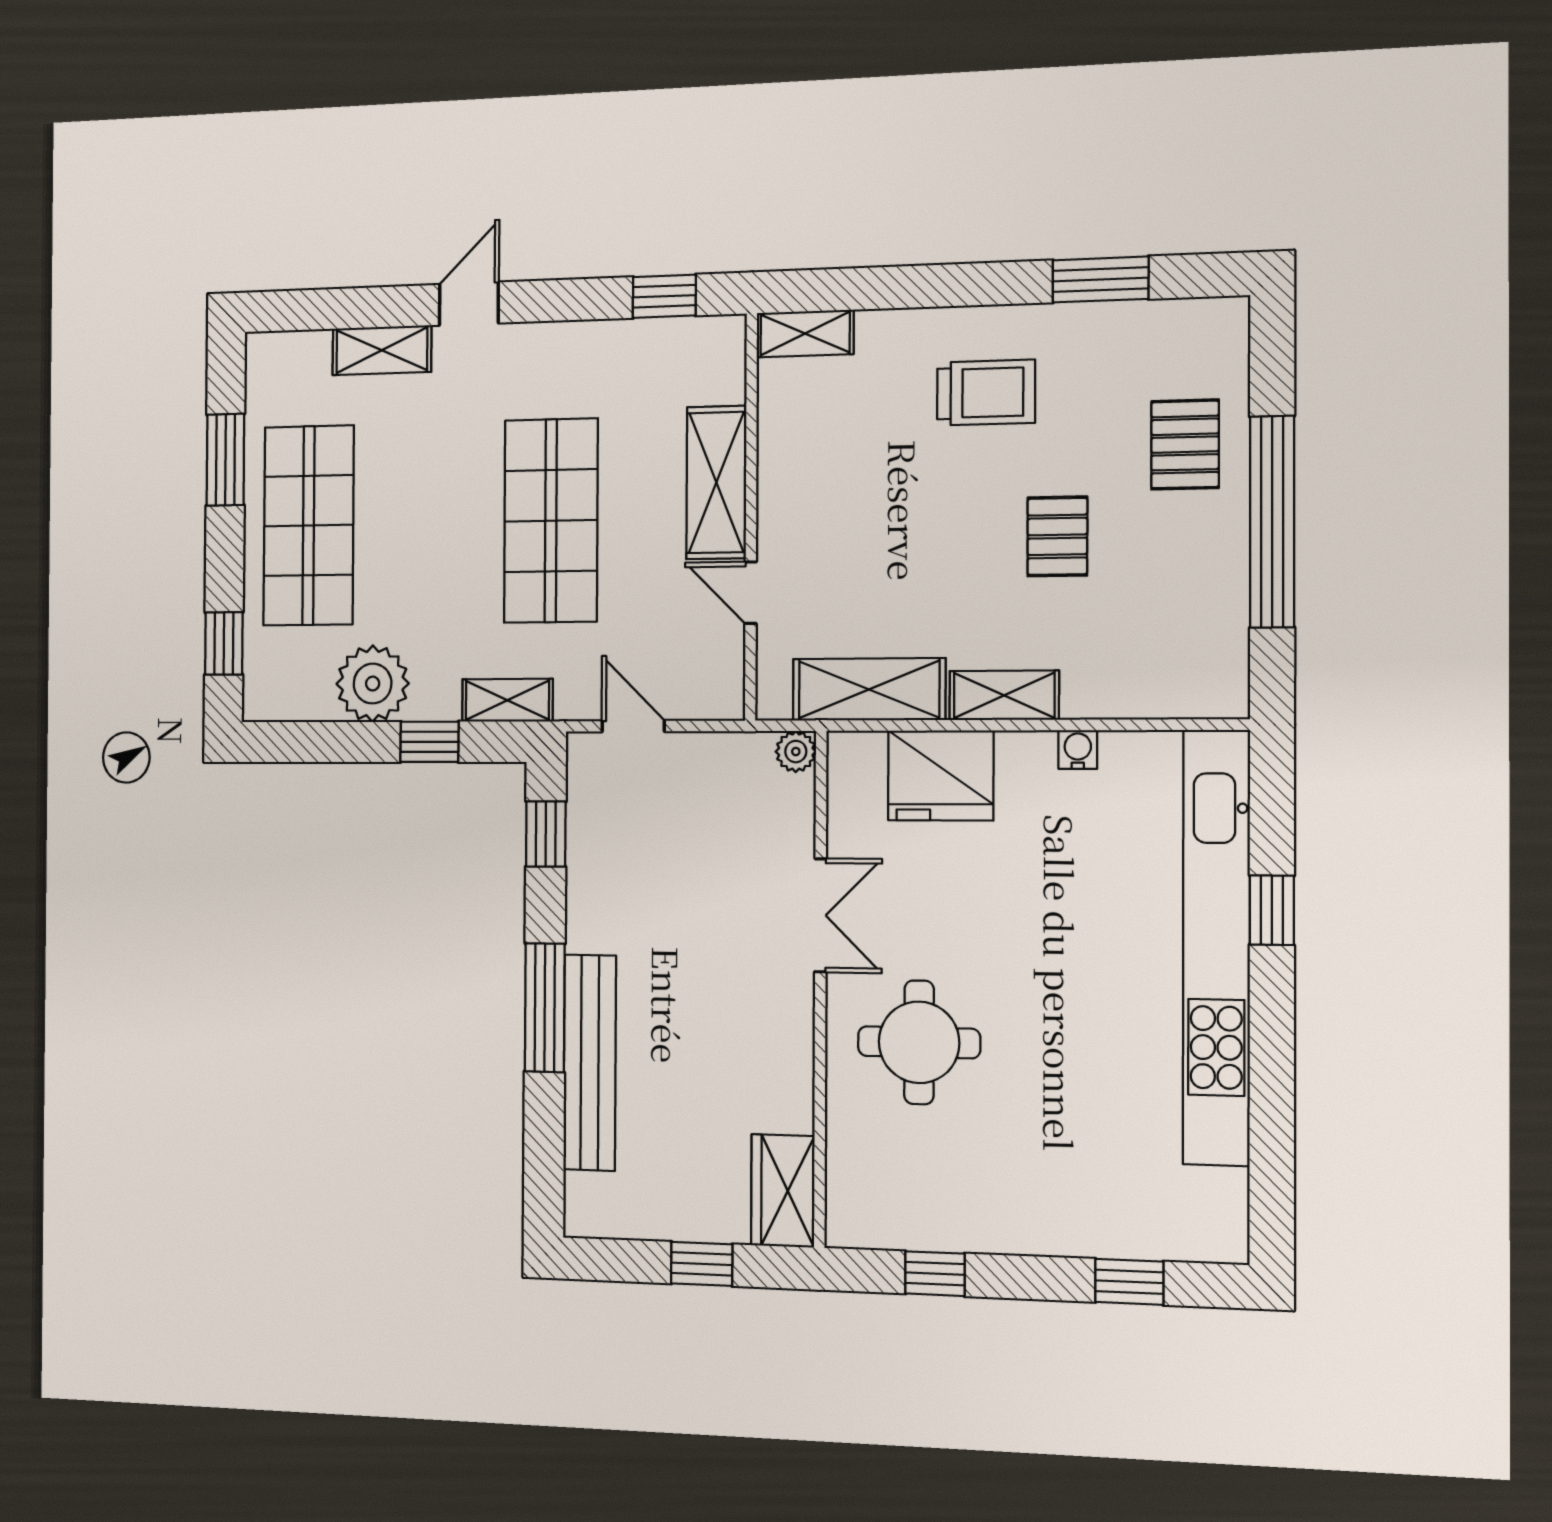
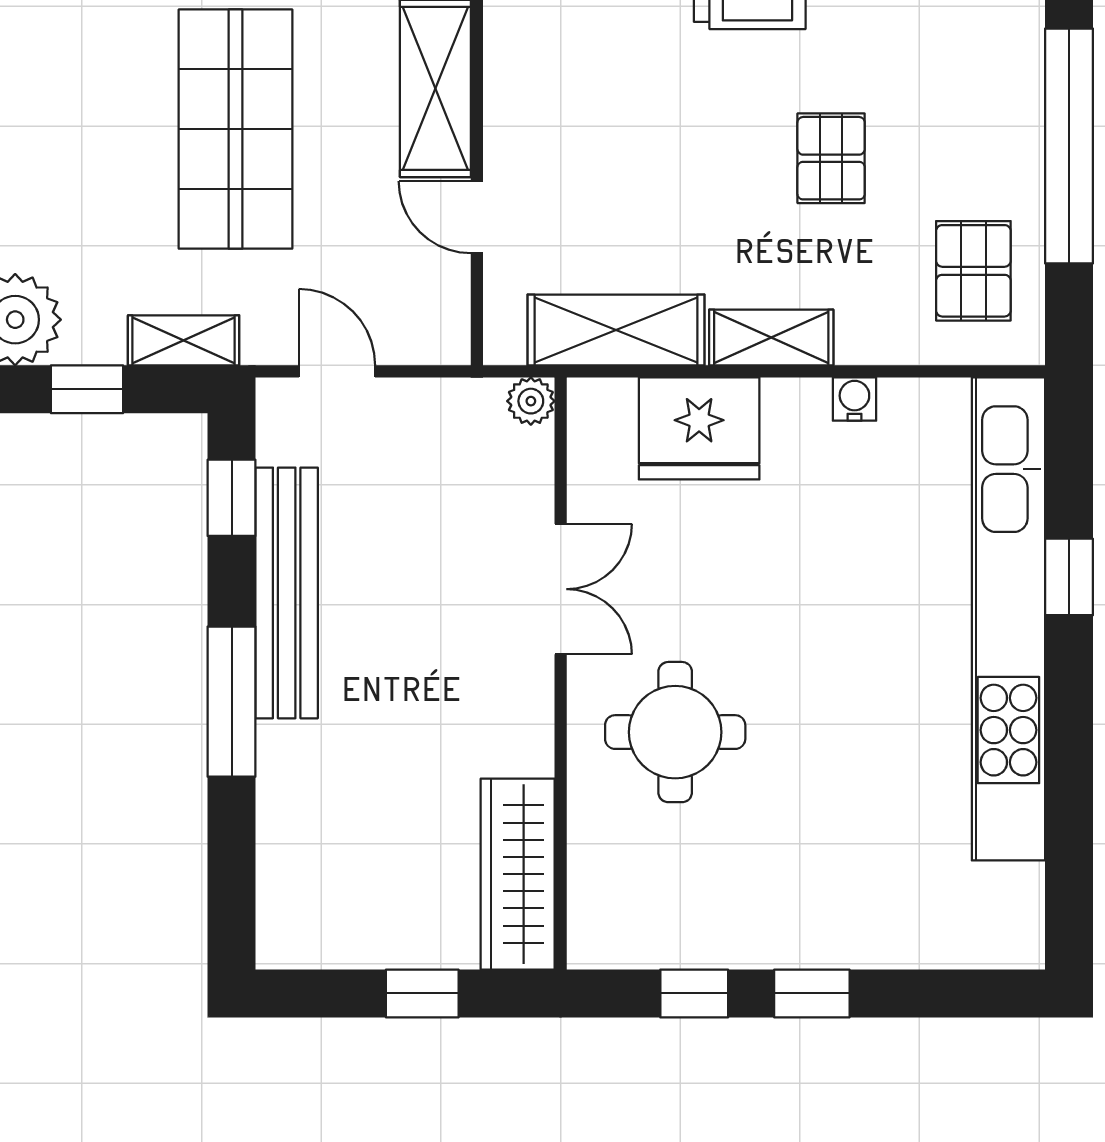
pallet: (1185, 445) -> (973, 271), moved
bench: (590, 1063) -> (287, 593), moved
wardrobe: (783, 1191) -> (518, 874), width x1.50
window: (1129, 1282) -> (812, 993), moved

